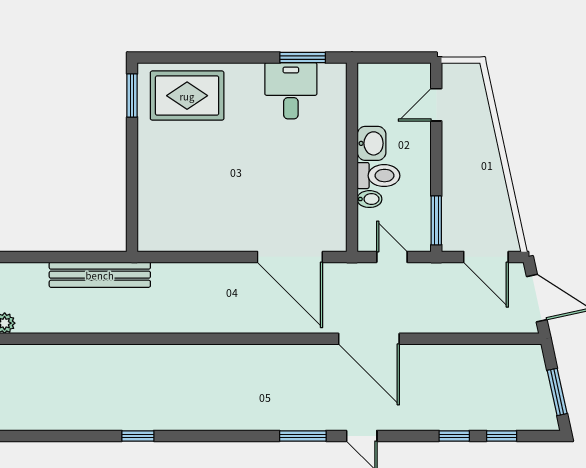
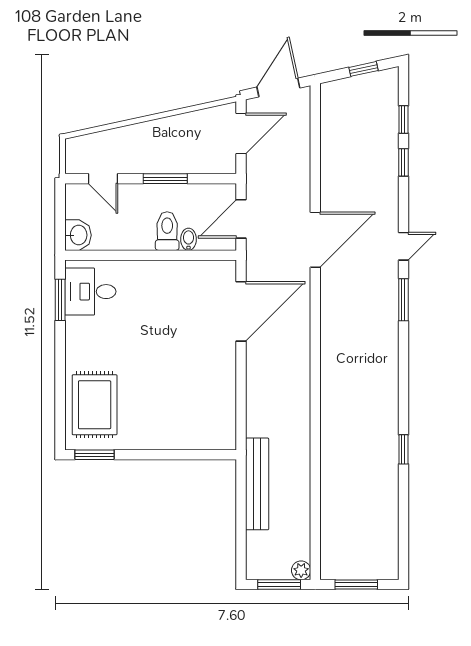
desk: (291, 91) -> (90, 292), moved
washbasin: (372, 143) -> (78, 235), moved, turned 90
window: (436, 220) -> (165, 179), moved
door: (392, 257) -> (241, 219), width x1.37
window: (557, 392) -> (364, 69), width x0.67

